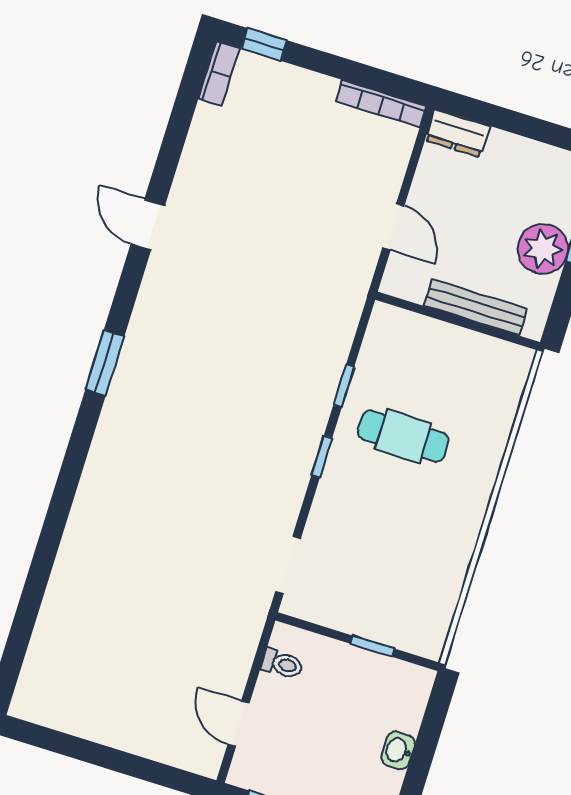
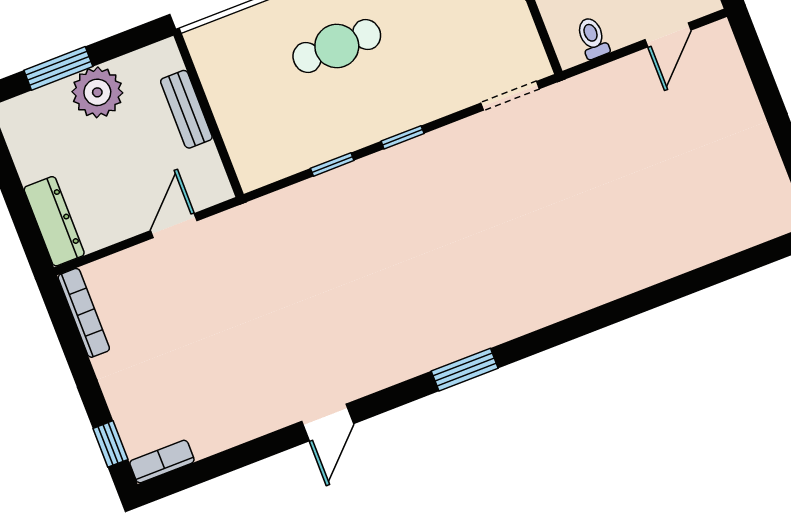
dresser: (458, 133) -> (54, 221), width x1.44
bench: (475, 307) -> (186, 109), width x0.73
cafe table: (403, 436) -> (337, 46), moved, turned 90

